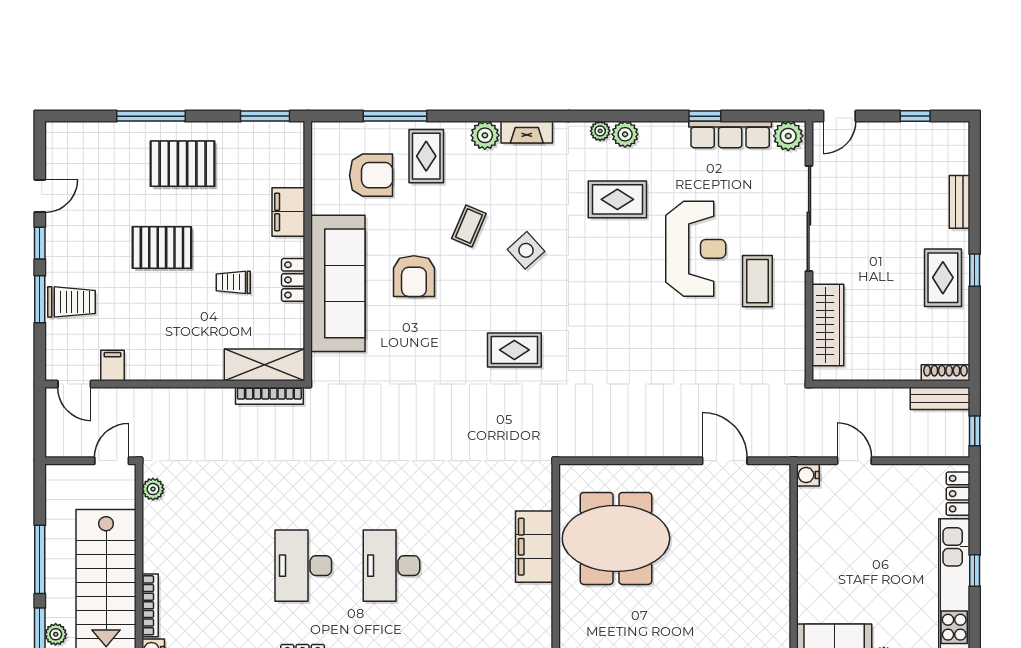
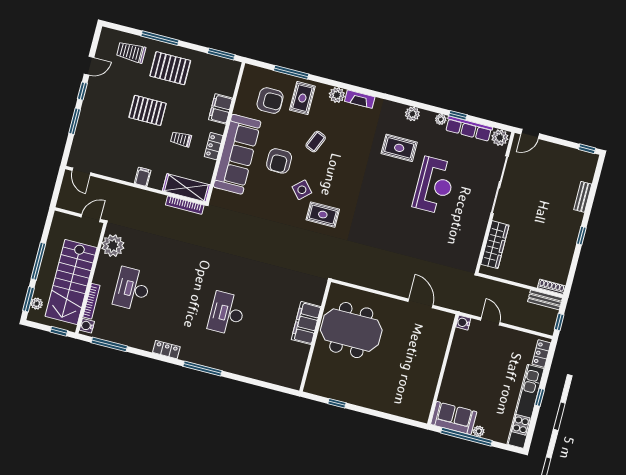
window: (915, 116) -> (587, 149), moved
plant: (600, 131) -> (441, 119), moved
side table: (526, 250) -> (302, 190), moved
rug: (943, 278) -> (563, 235), removed
coffee table: (757, 281) -> (463, 211), removed
trolley: (71, 302) -> (131, 52), moved, turned 180
filing cabinet: (112, 365) -> (143, 177), moved
plant: (153, 489) -> (113, 246), width x1.87, depth x1.87
desk: (303, 566) -> (132, 289), moved

